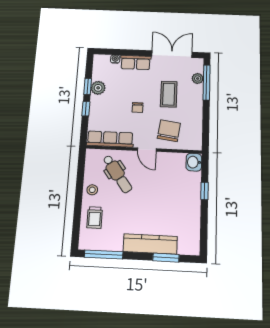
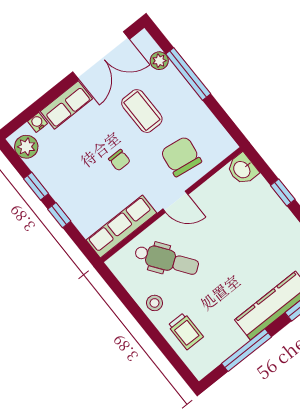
double door: (172, 54) -> (101, 56), swing flipped
window: (207, 83) -> (188, 74), moved
plant: (98, 88) -> (26, 147), moved
window: (104, 254) -> (247, 350), moved

